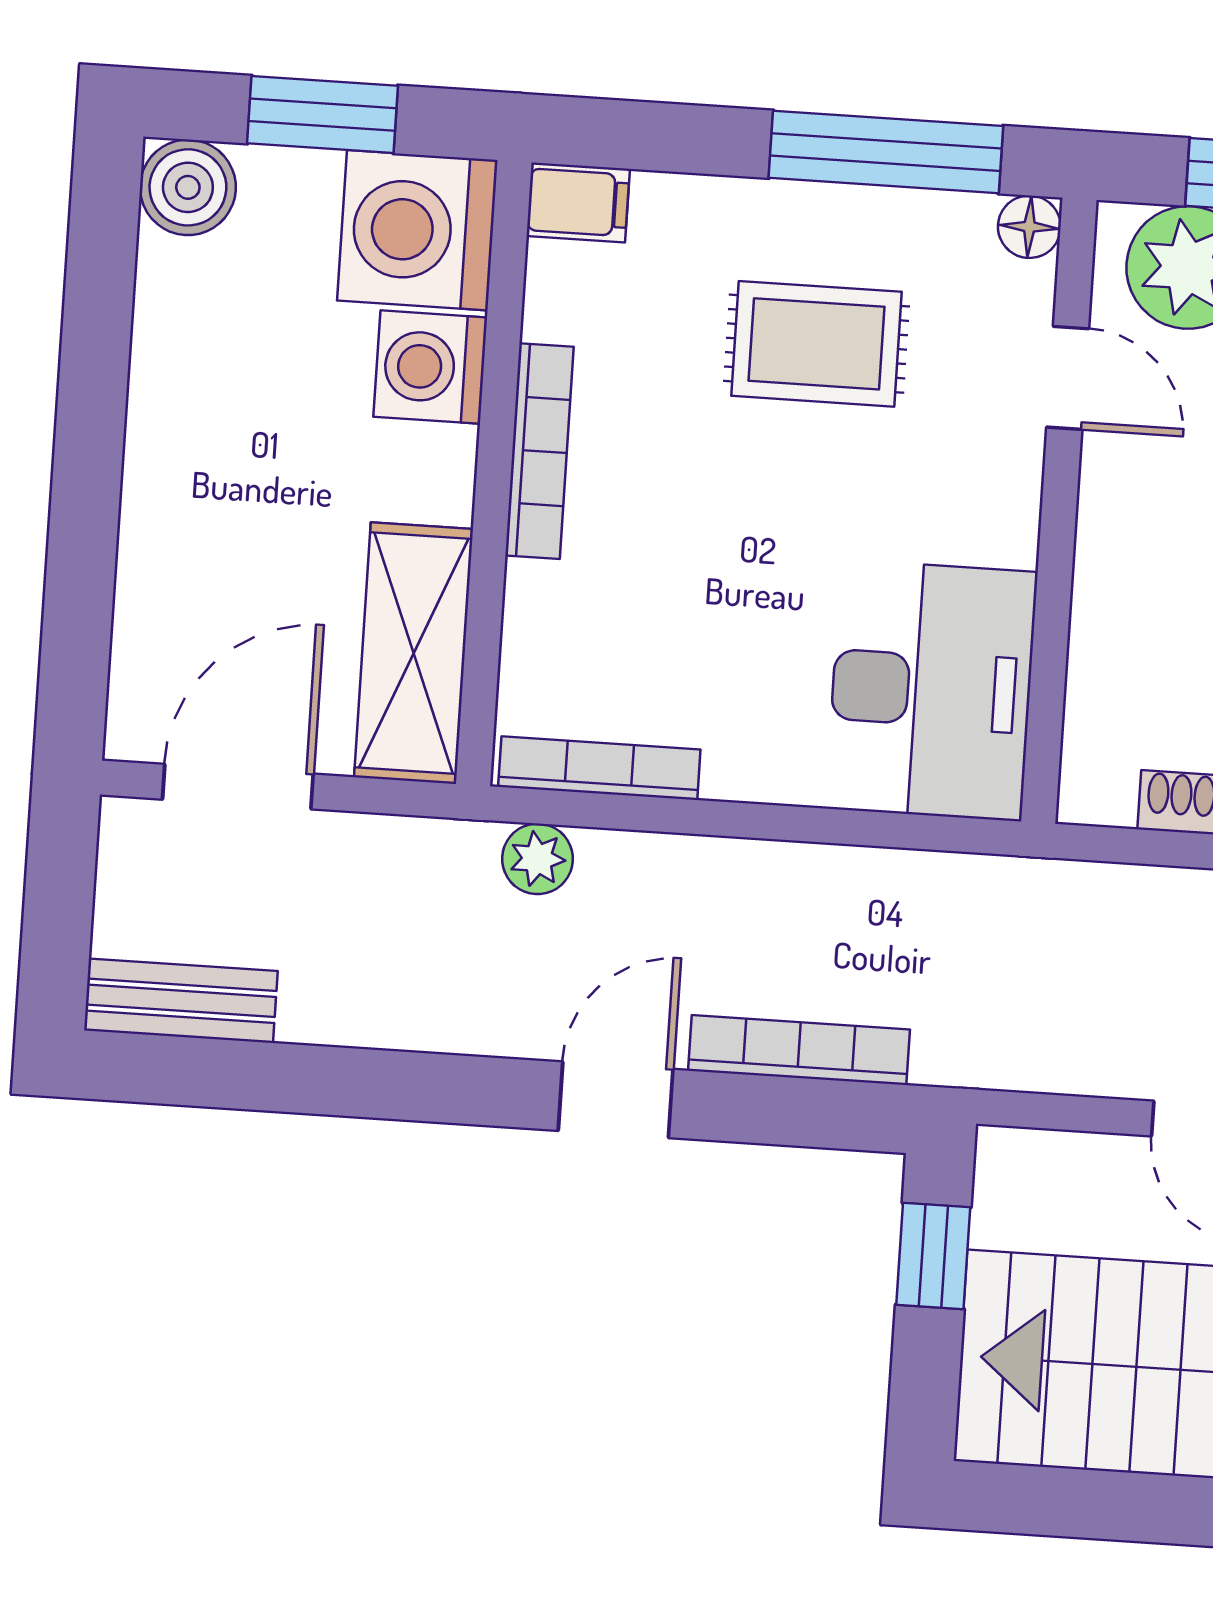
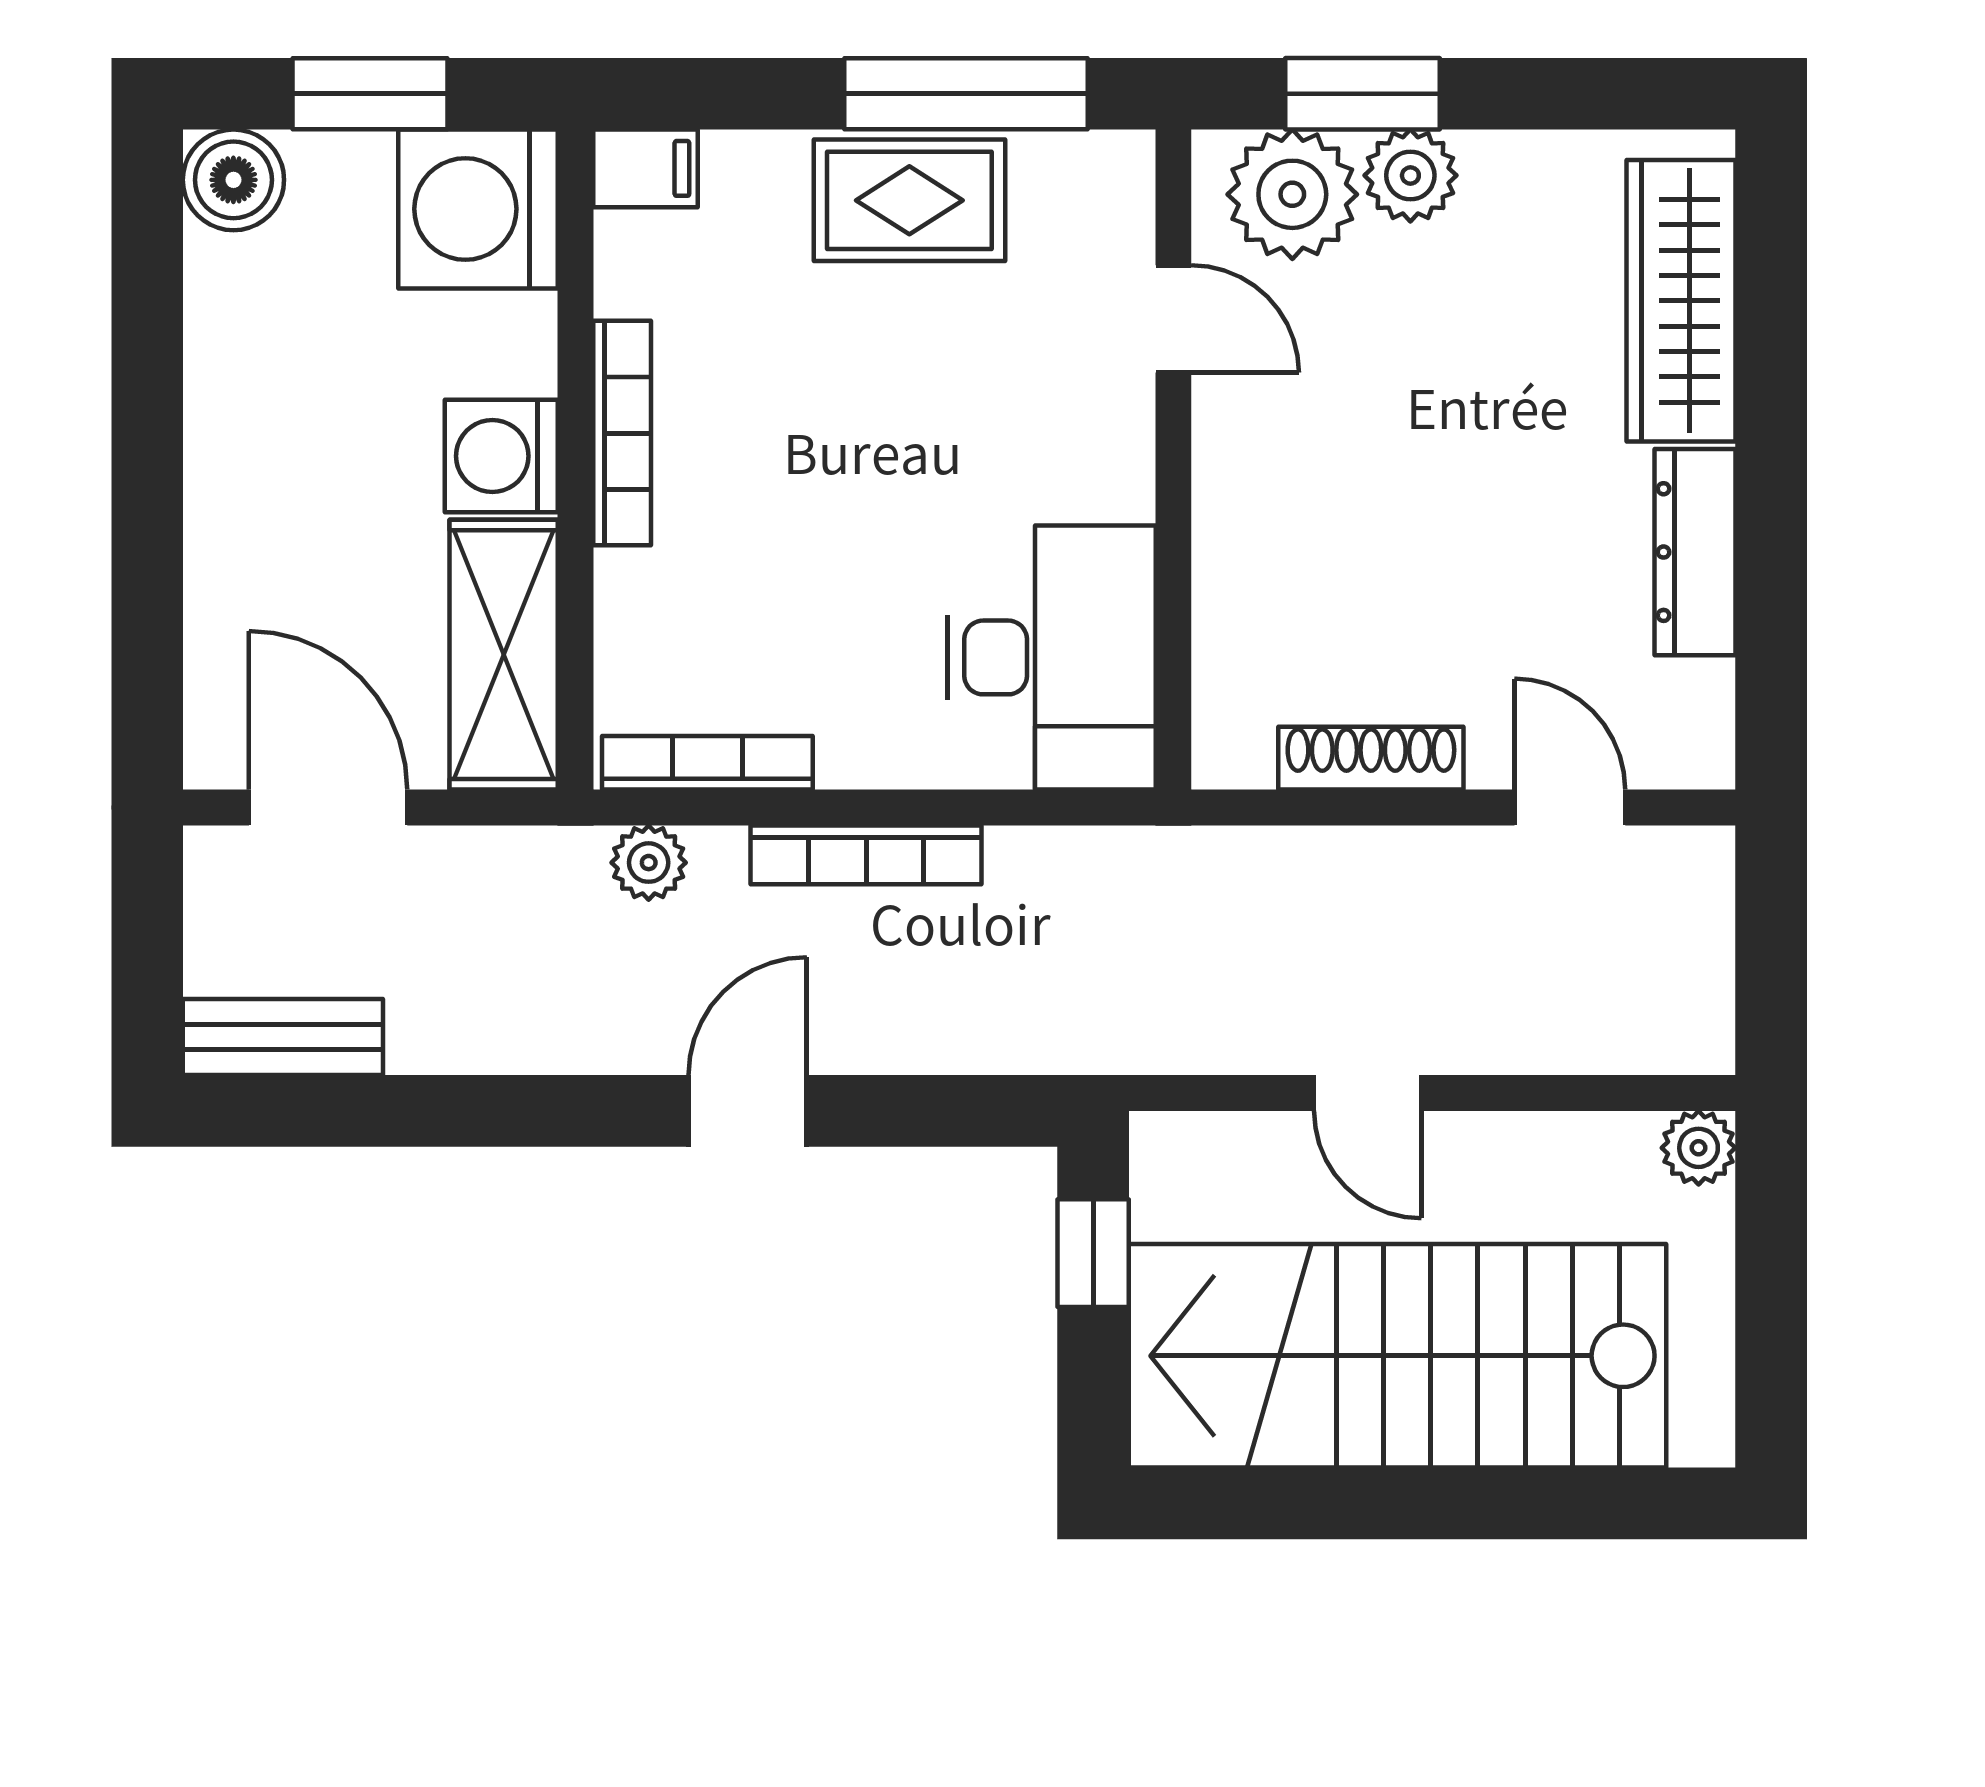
floor lamp: (1029, 227) -> (1122, 162), removed
rug: (817, 344) -> (909, 200), moved
washing machine: (430, 367) -> (501, 456), moved
door: (238, 787) -> (328, 807), hinge flipped
bookcase: (799, 1050) -> (866, 855), moved, turned 180

